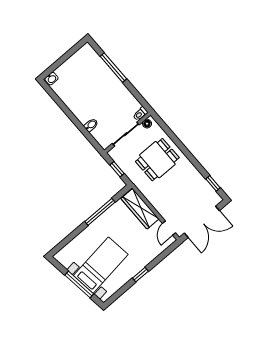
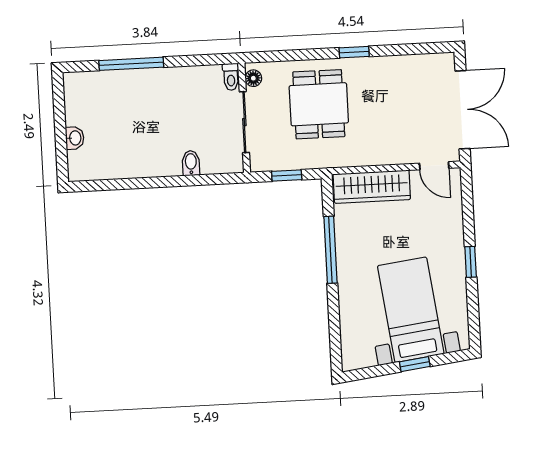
washbasin: (52, 79) -> (75, 138), moved
window: (213, 183) -> (354, 52), moved
window: (79, 284) -> (415, 364), width x0.46

